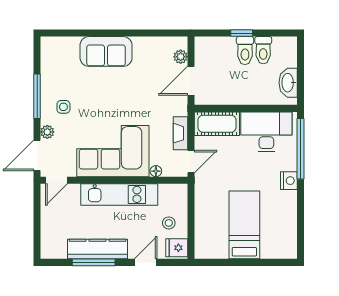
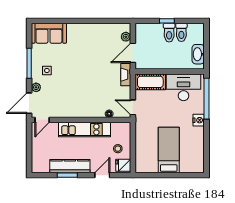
sofa: (106, 51) -> (49, 33), moved
fireplace: (180, 133) -> (126, 75), moved
corner sofa: (113, 151) -> (80, 100), removed
door: (191, 162) -> (133, 107), swing flipped
window: (94, 262) -> (67, 175), width x0.69

